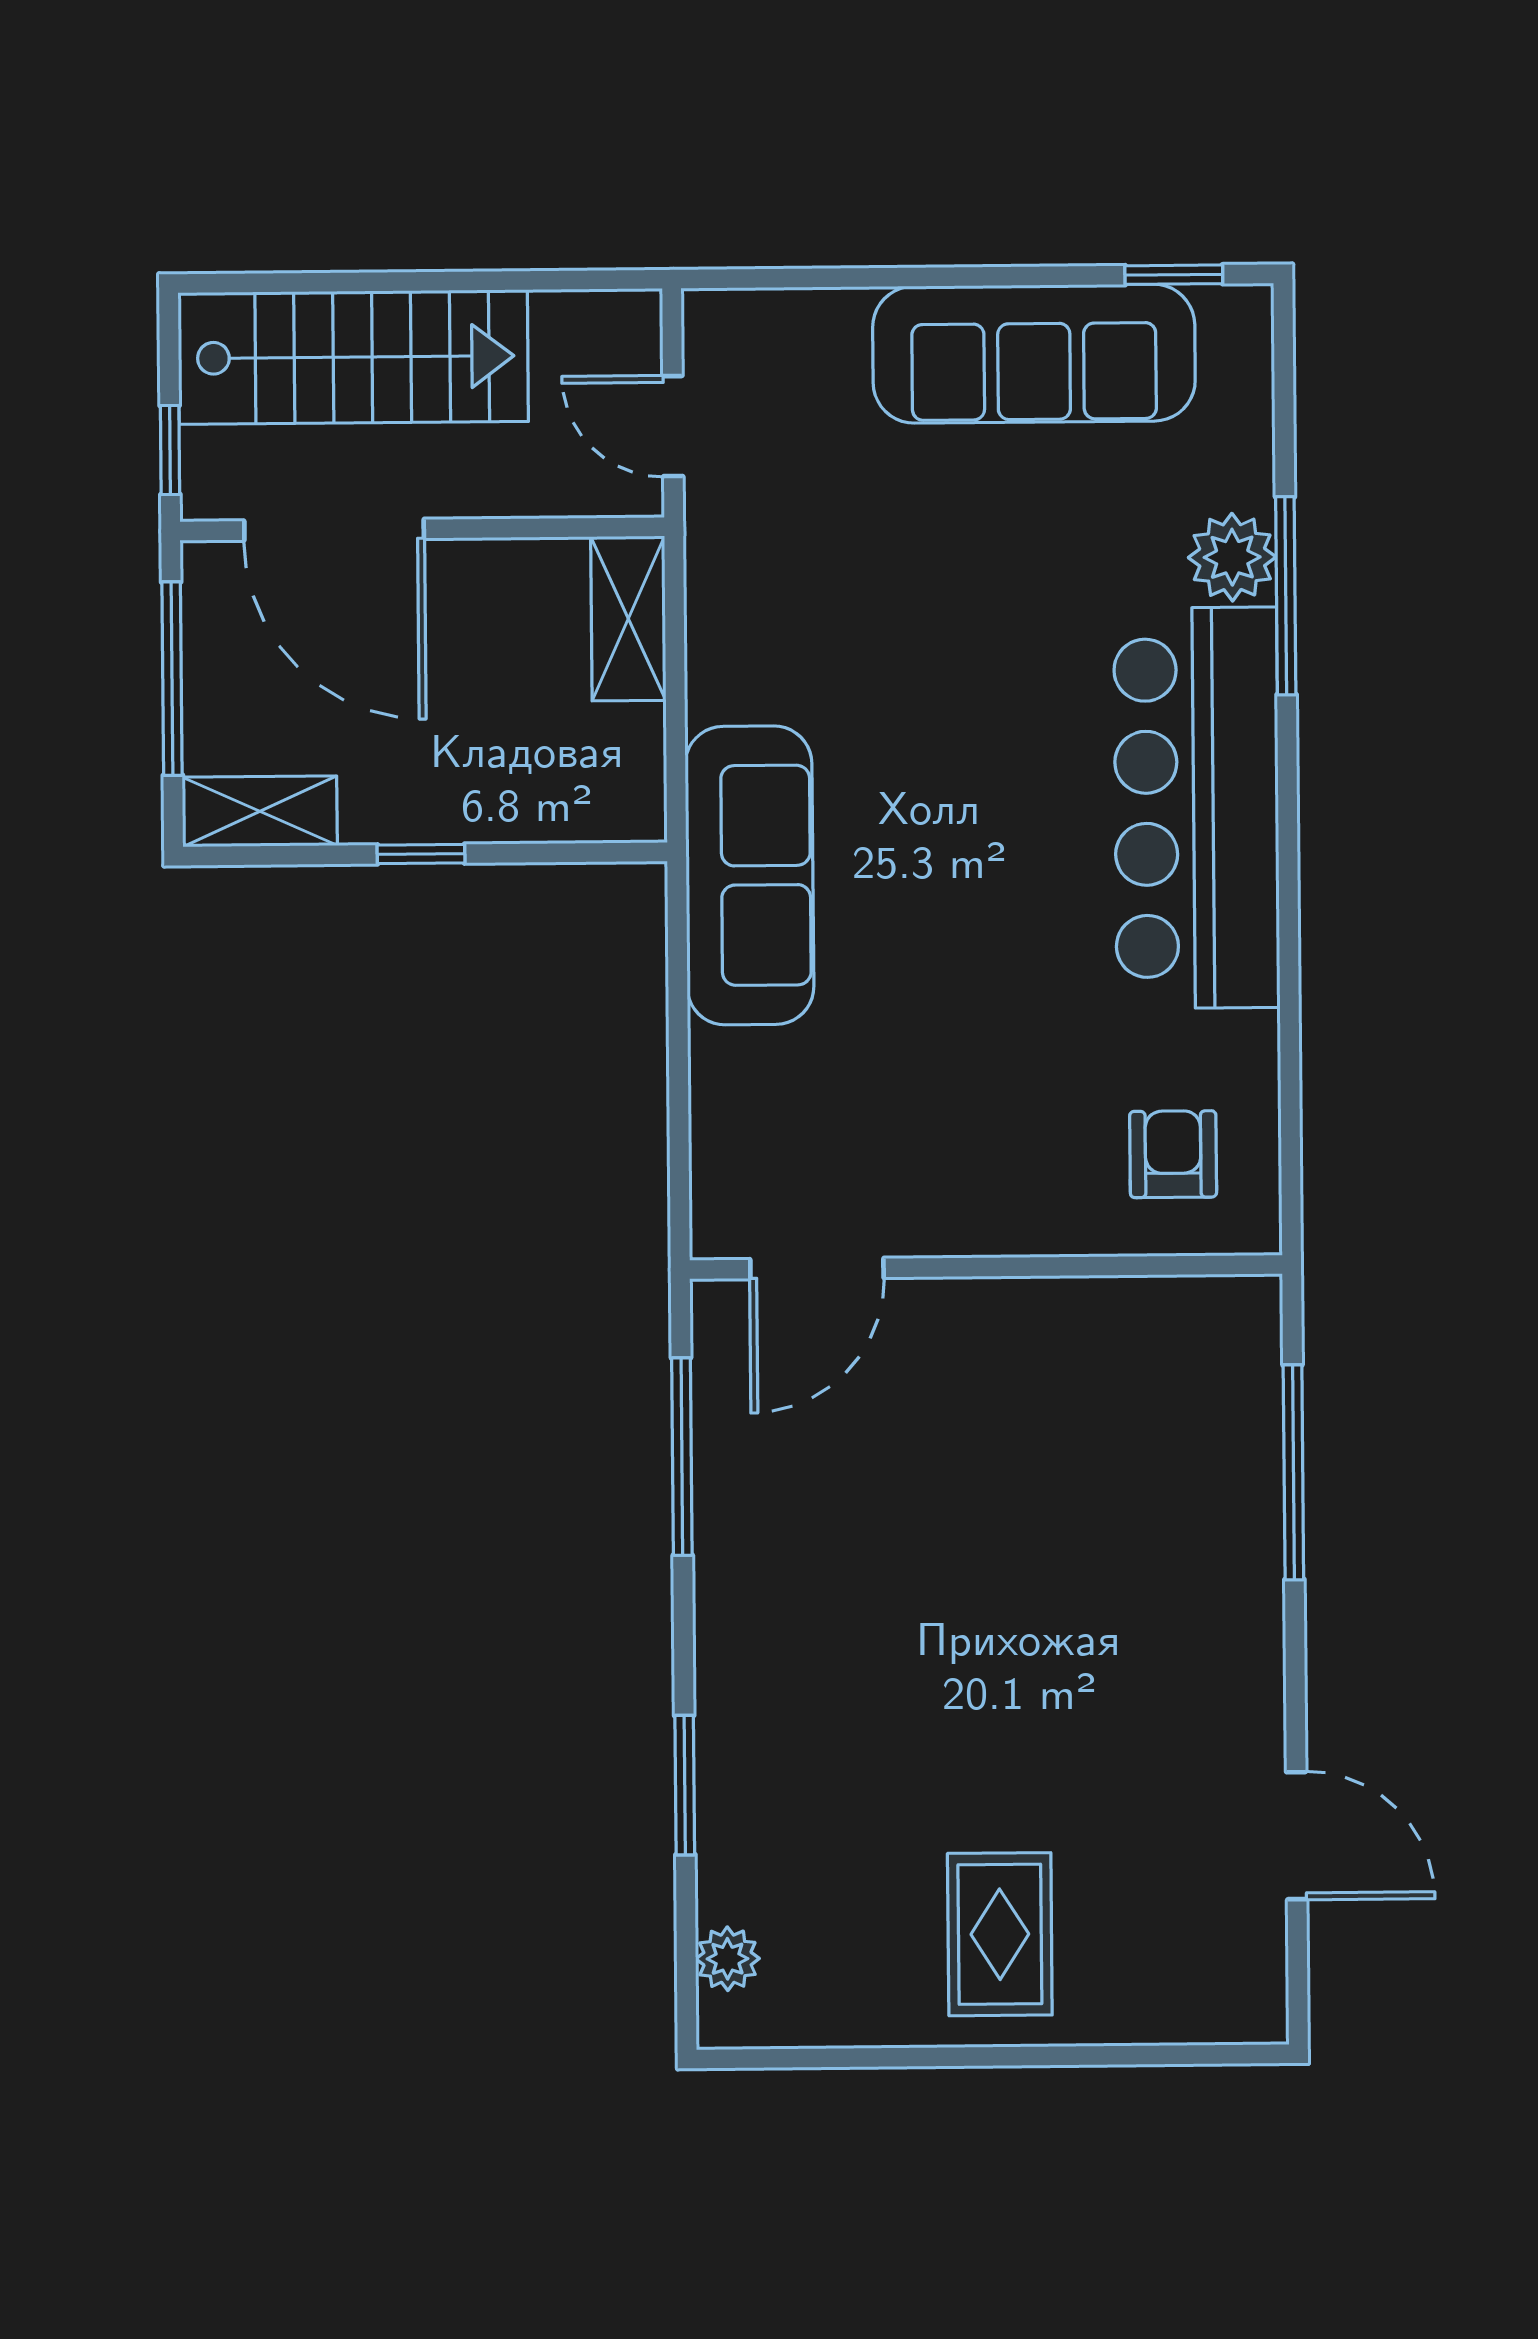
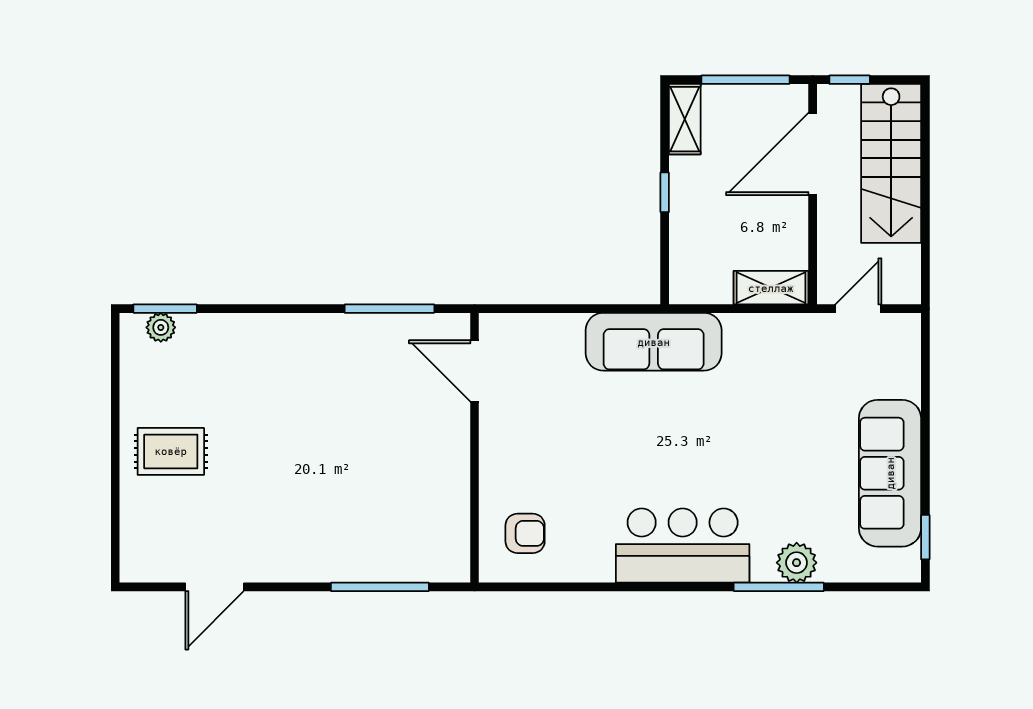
bar counter: (1197, 808) -> (683, 546), width x0.73
window: (685, 1785) -> (165, 309), moved

